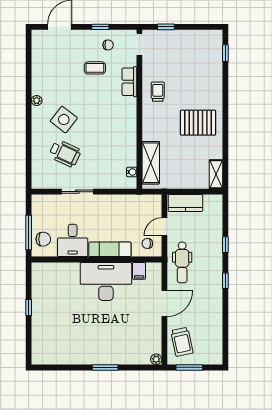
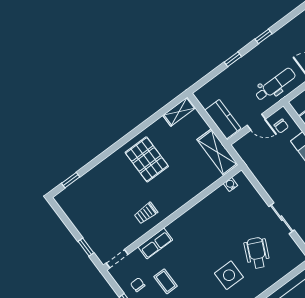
side table: (64, 120) -> (229, 275), turned -38
shelving: (151, 163) -> (217, 152), moved, turned 90

